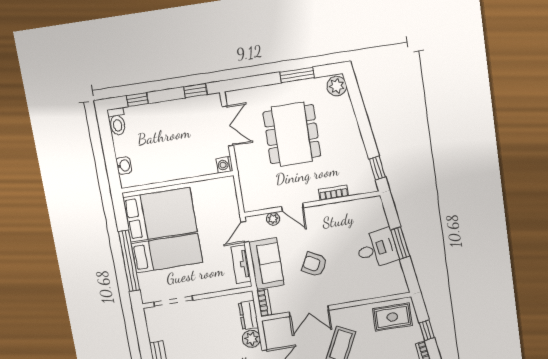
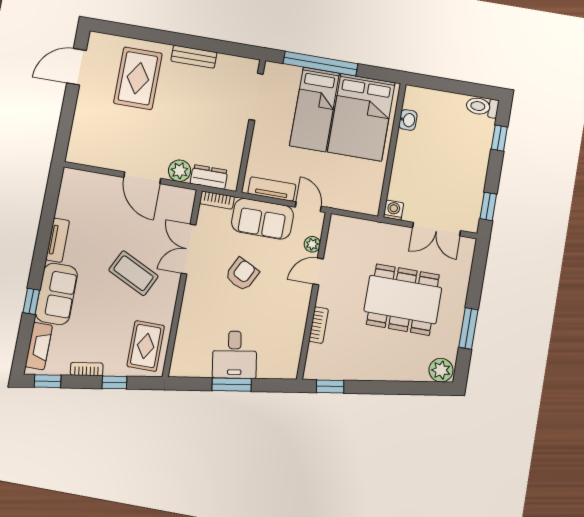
washbasin: (124, 166) -> (408, 120), moved, turned -90

